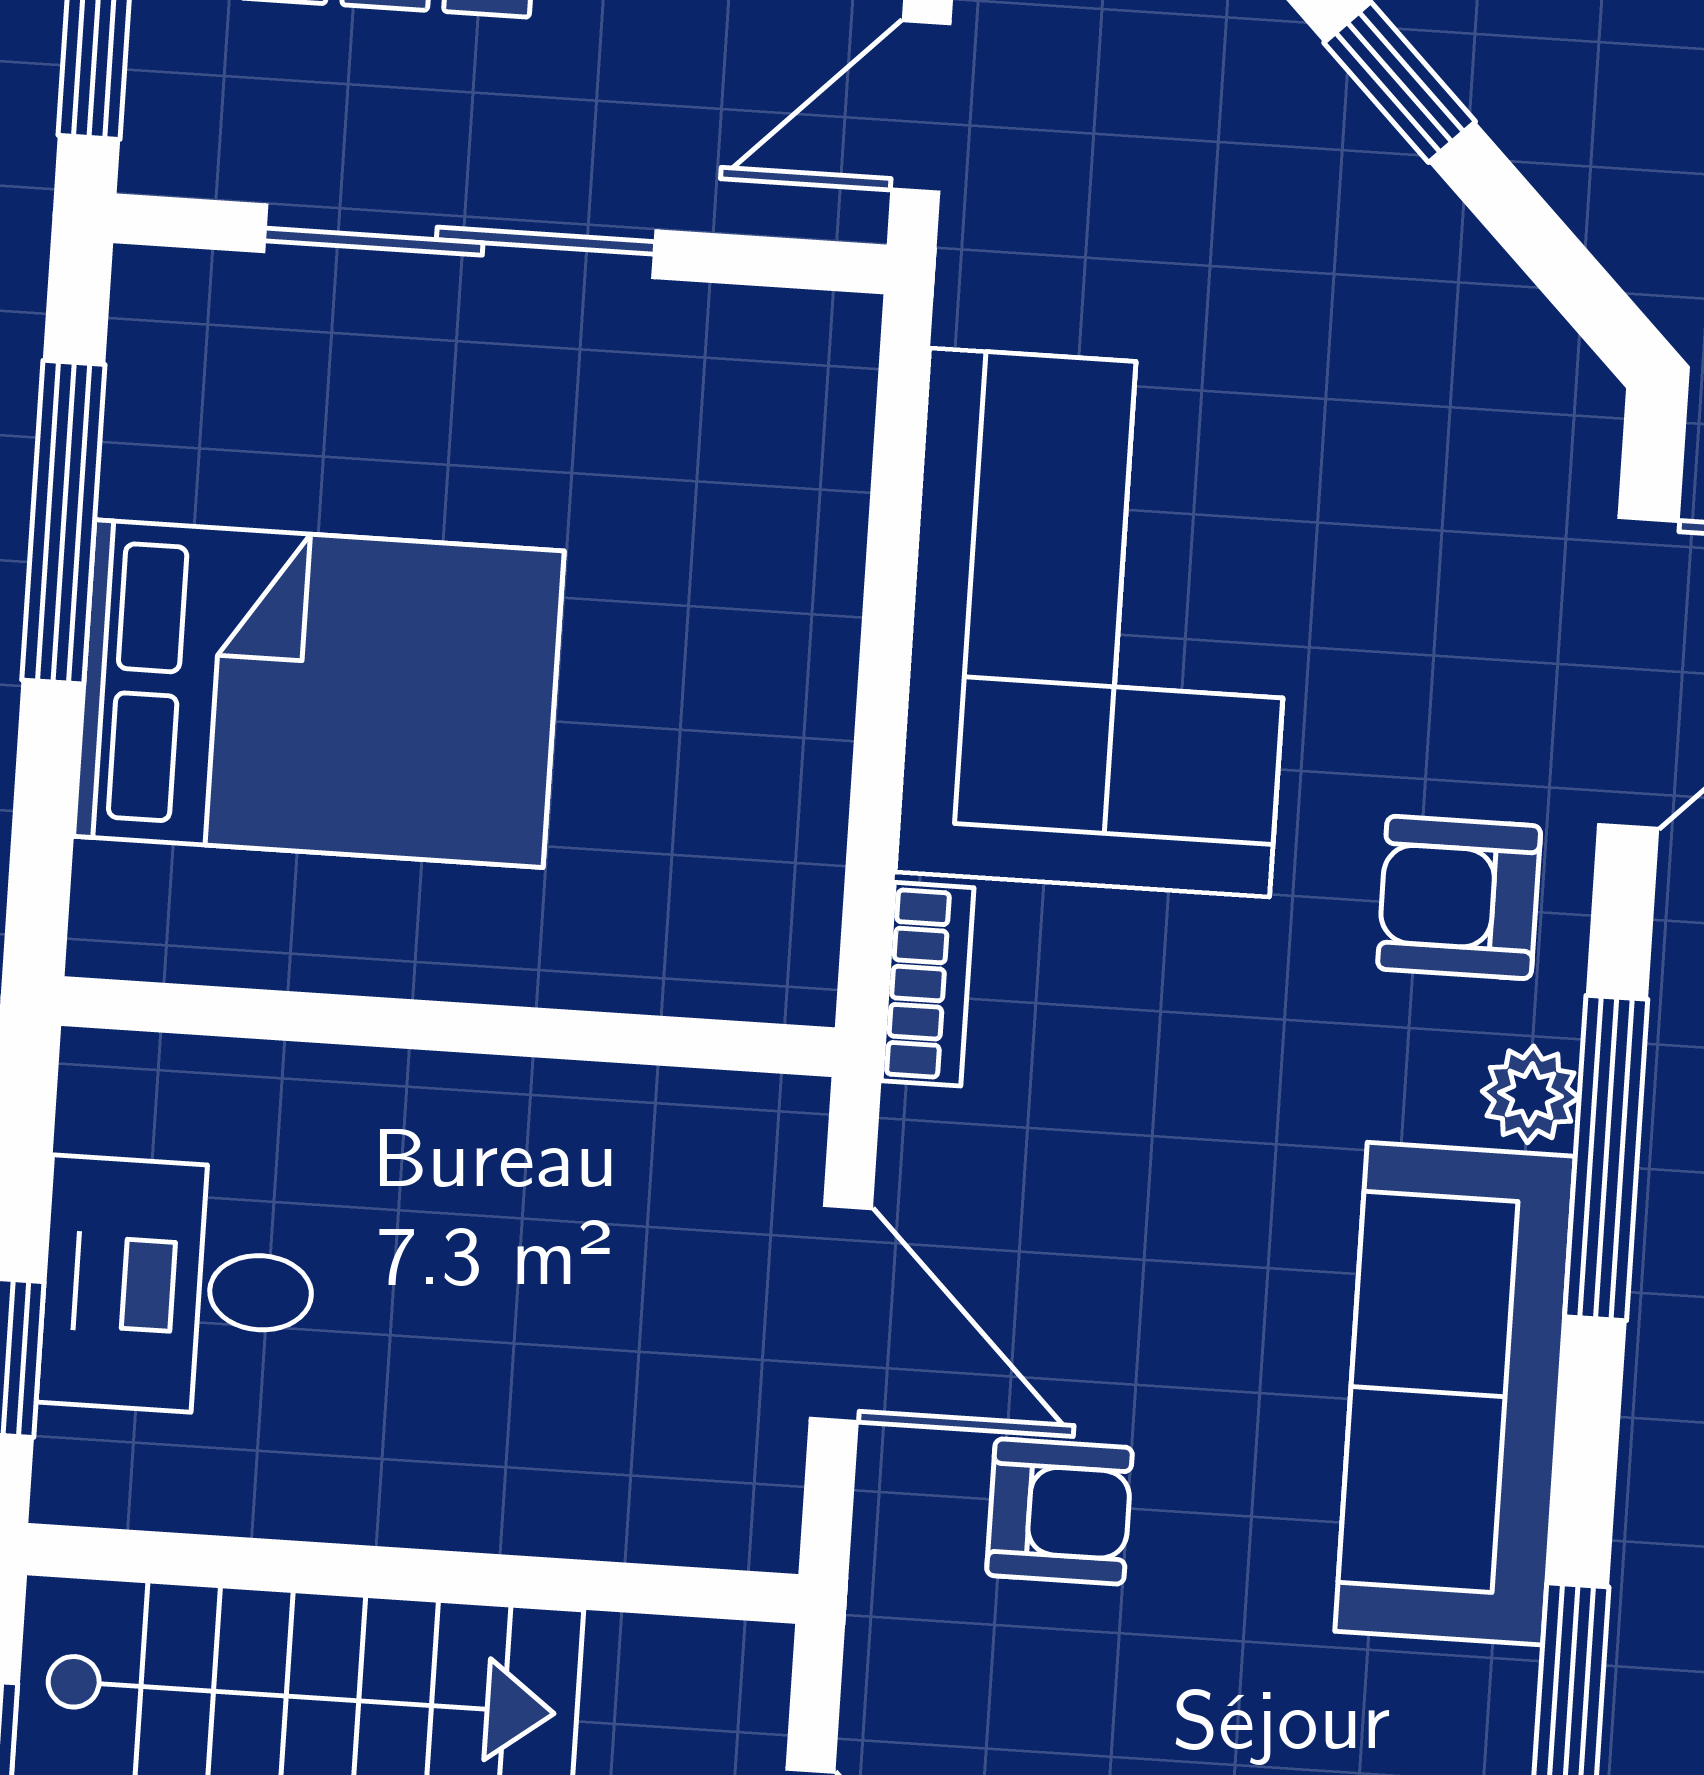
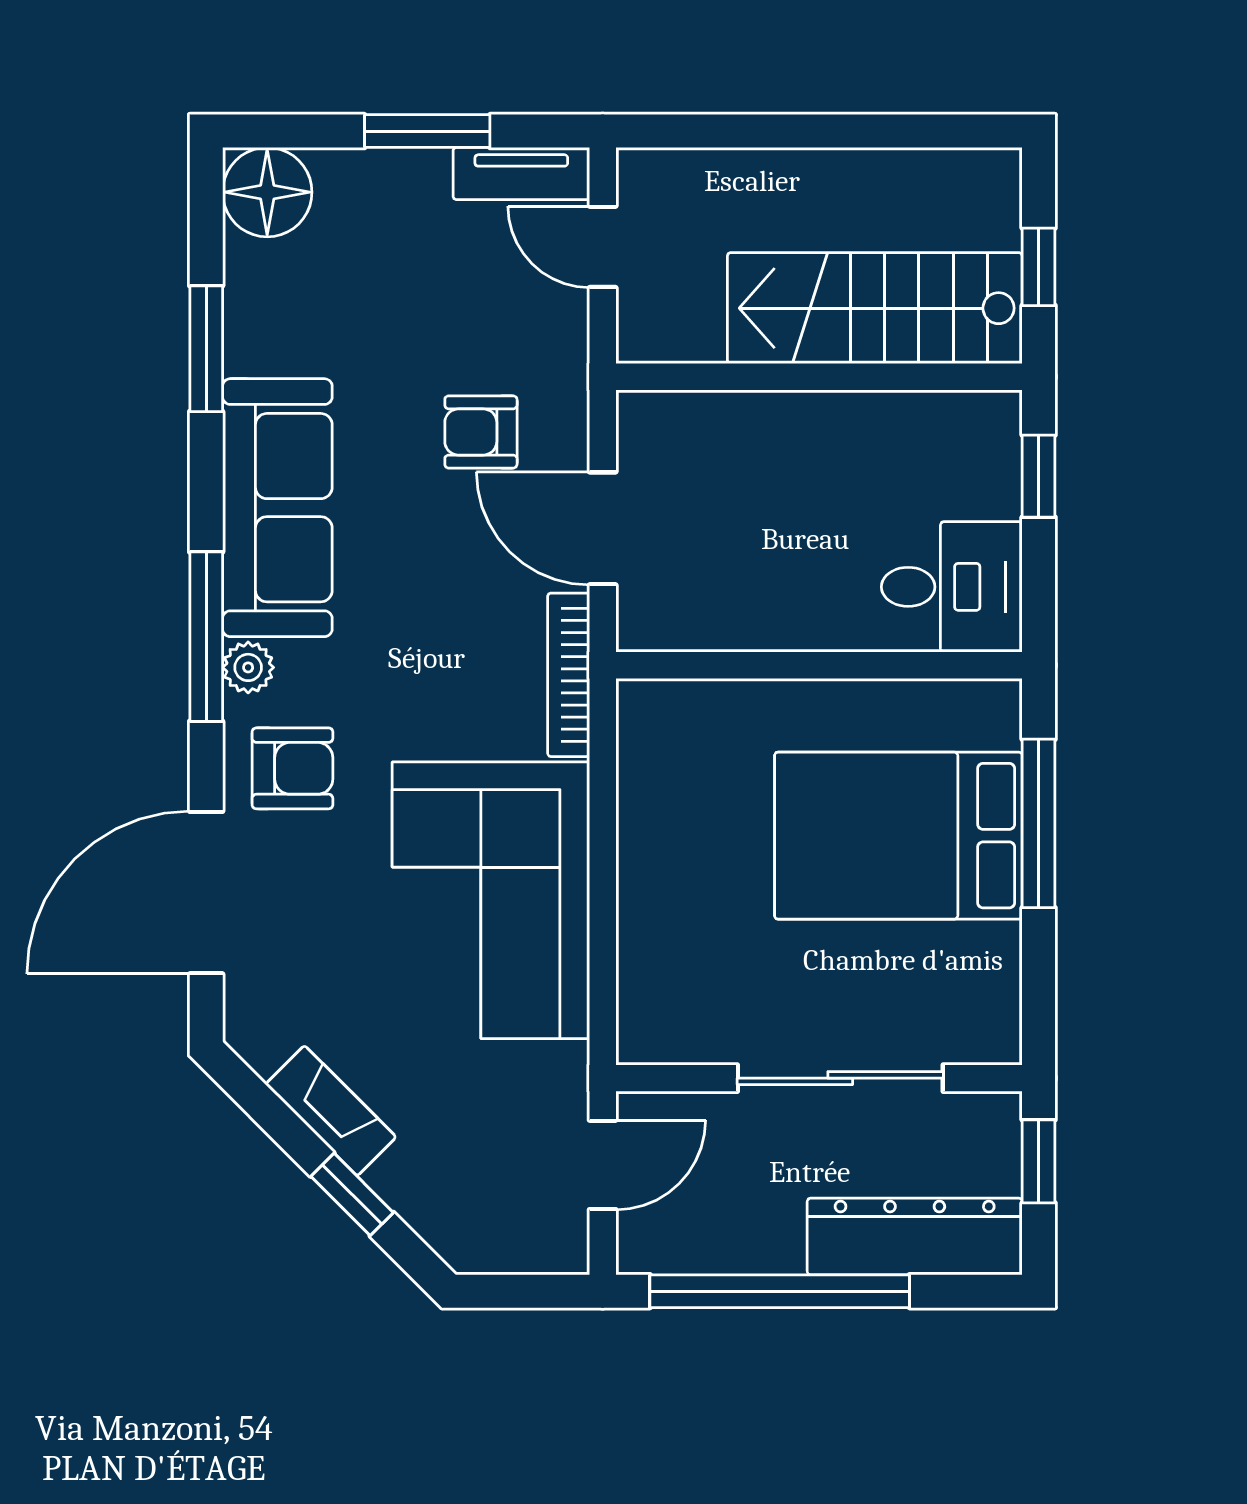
fireplace: (1430, 244) -> (331, 1111), added
window: (63, 522) -> (1039, 823), moved
bookcase: (928, 984) -> (569, 675), width x1.56
desk: (178, 1287) -> (952, 587), moved

